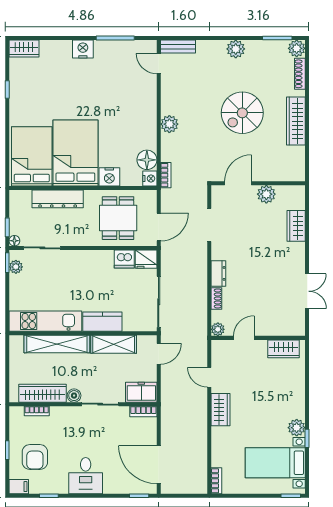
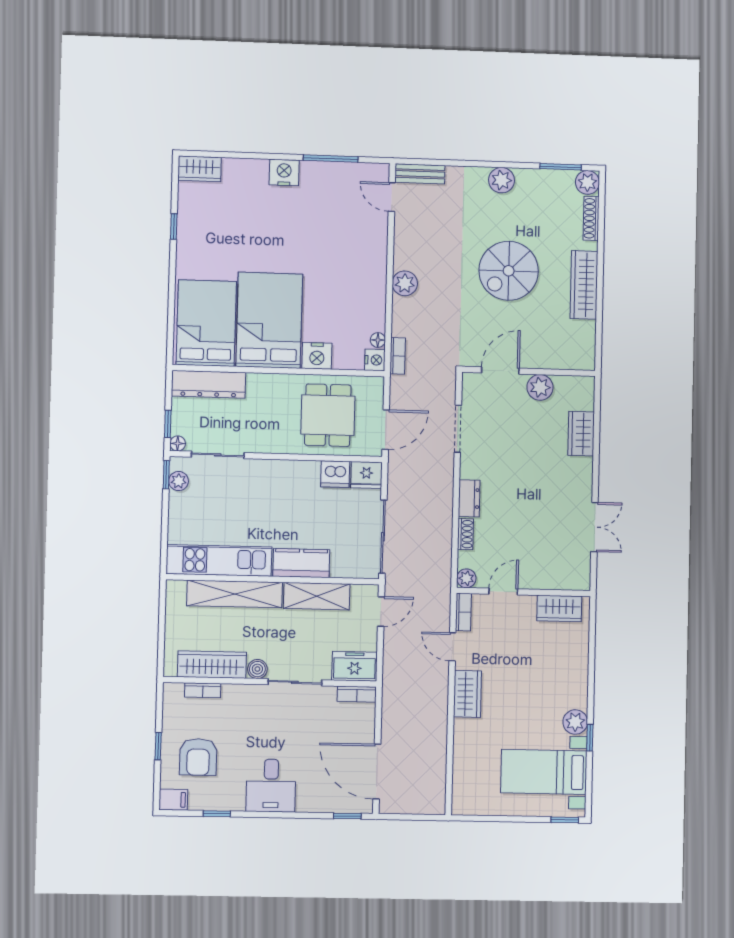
floor lamp: (147, 160) -> (378, 340), width x0.53, depth x0.53
dresser: (58, 199) -> (208, 384), moved
bookcase: (216, 481) -> (463, 612), moved

